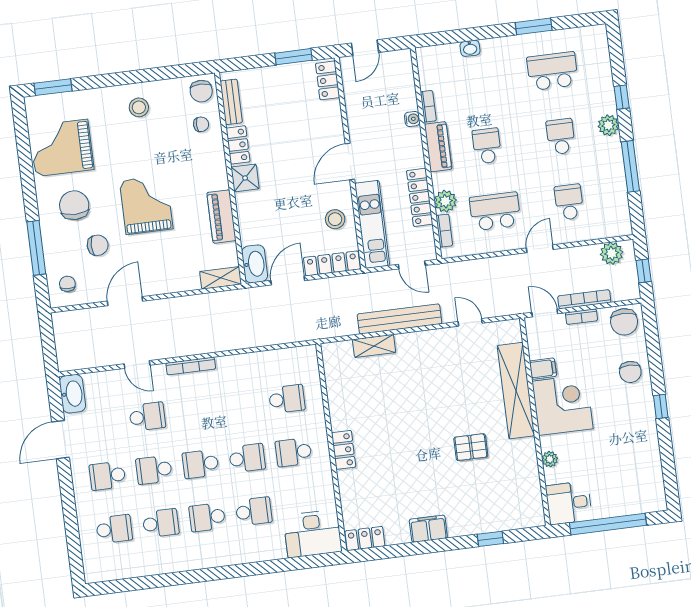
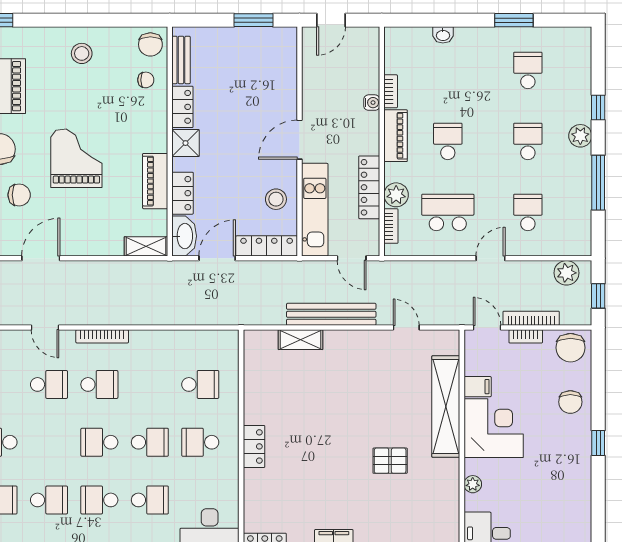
school desk: (552, 71) -> (528, 70), width x0.54
locker: (328, 80) -> (183, 193), moved, turned 180
school desk: (154, 470) -> (99, 384), moved, turned 180

